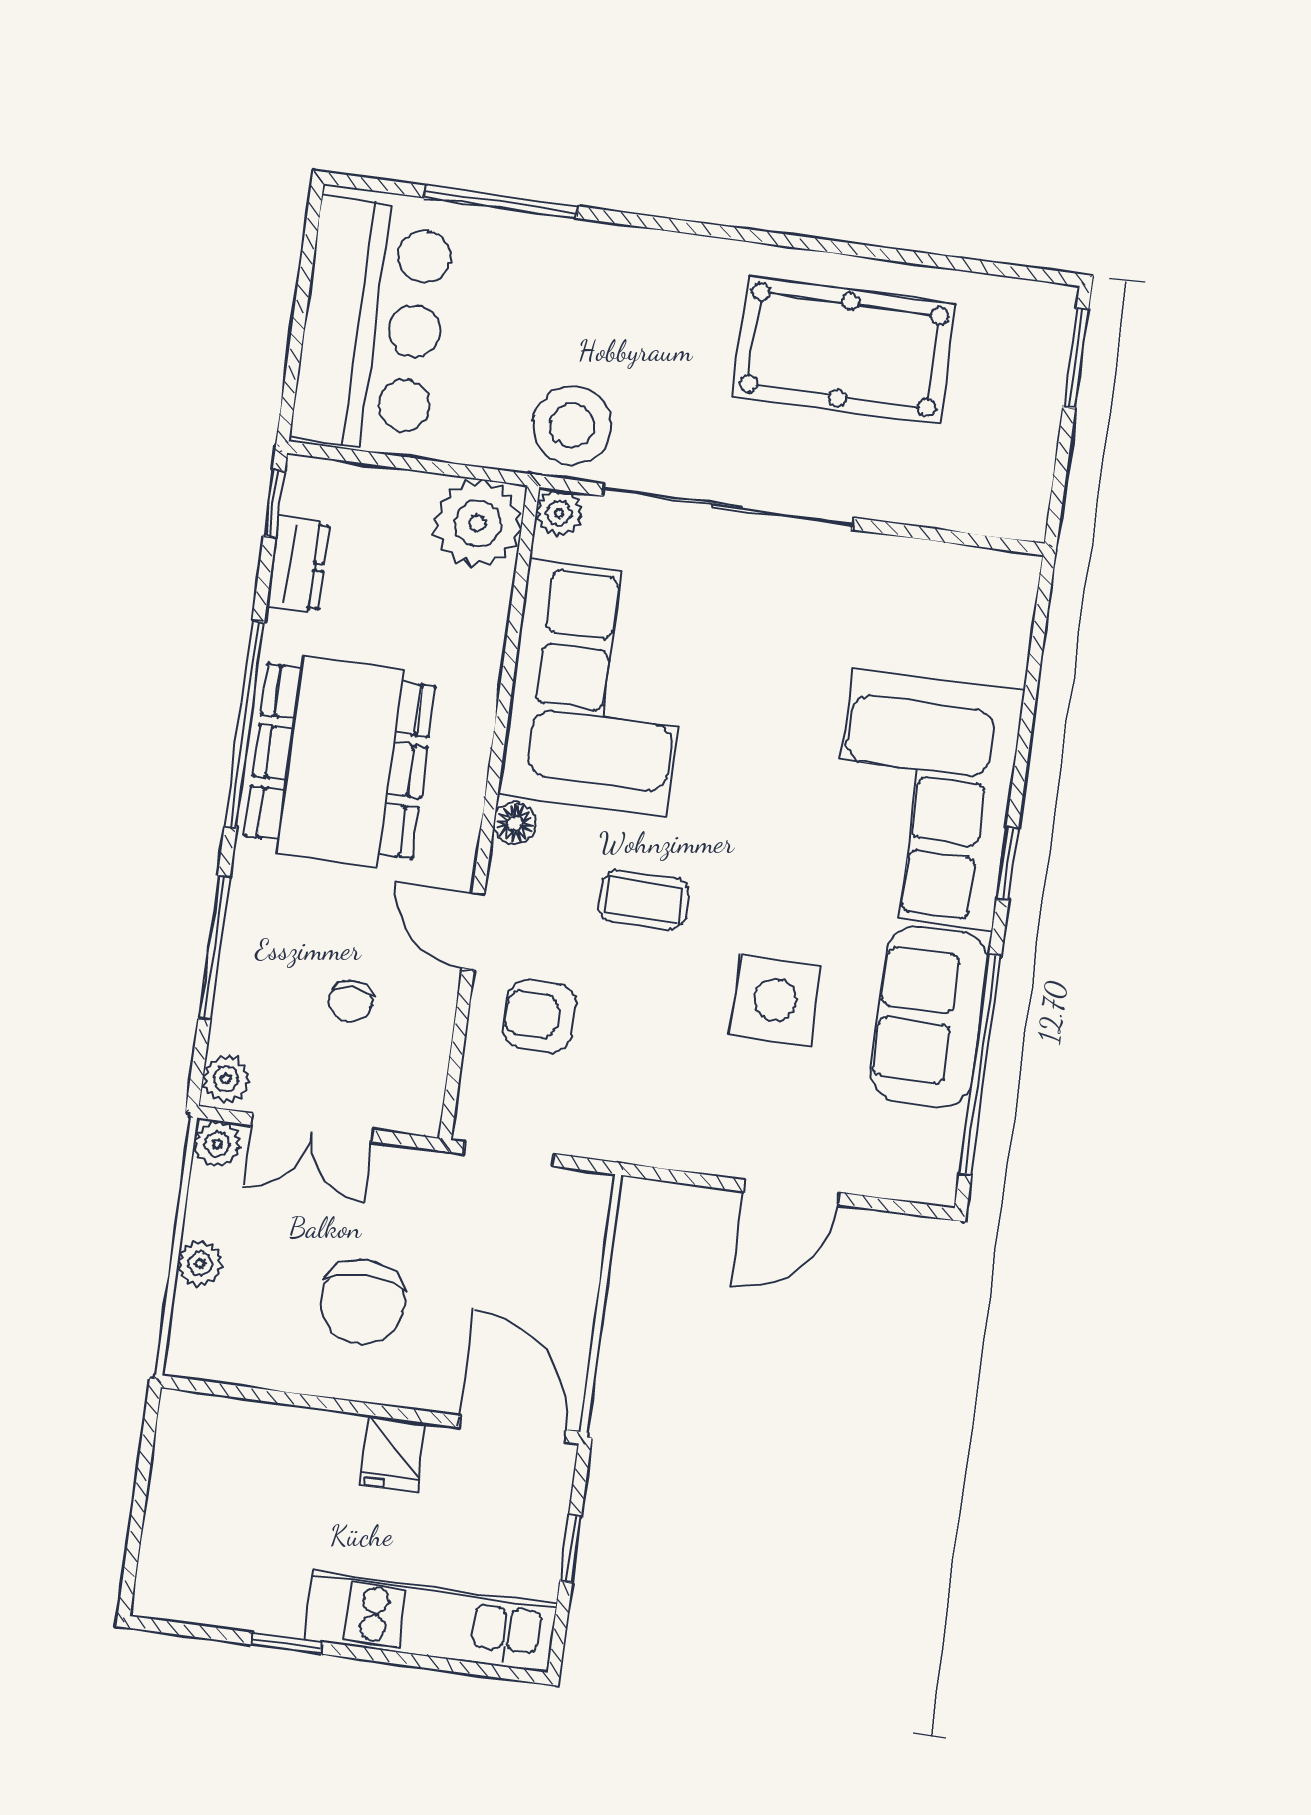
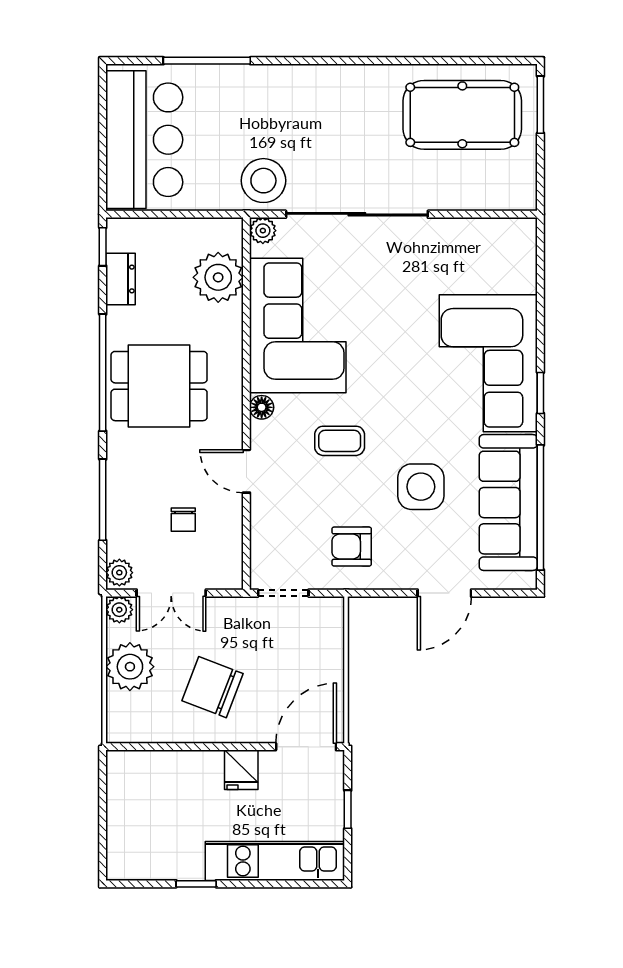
pool table: (844, 350) -> (462, 115), moved
plant: (478, 523) -> (218, 277), moved
dining table: (340, 761) -> (159, 386), width x0.73
armchair: (540, 1016) -> (352, 547), moved
sofa: (929, 1017) -> (508, 503), width x1.36
plant: (200, 1264) -> (130, 667), width x1.88, depth x1.88
chair: (362, 1302) -> (212, 687), turned 111
door: (512, 1429) -> (306, 747), hinge flipped

